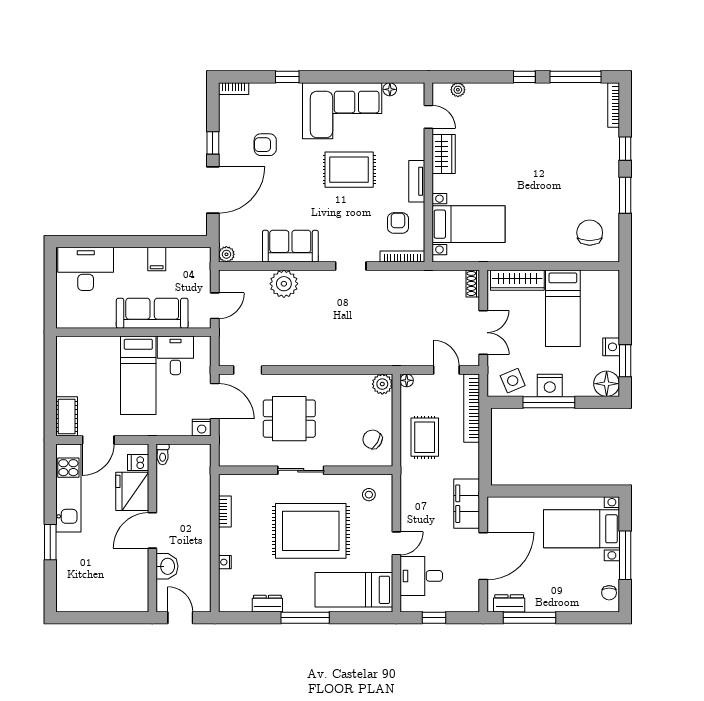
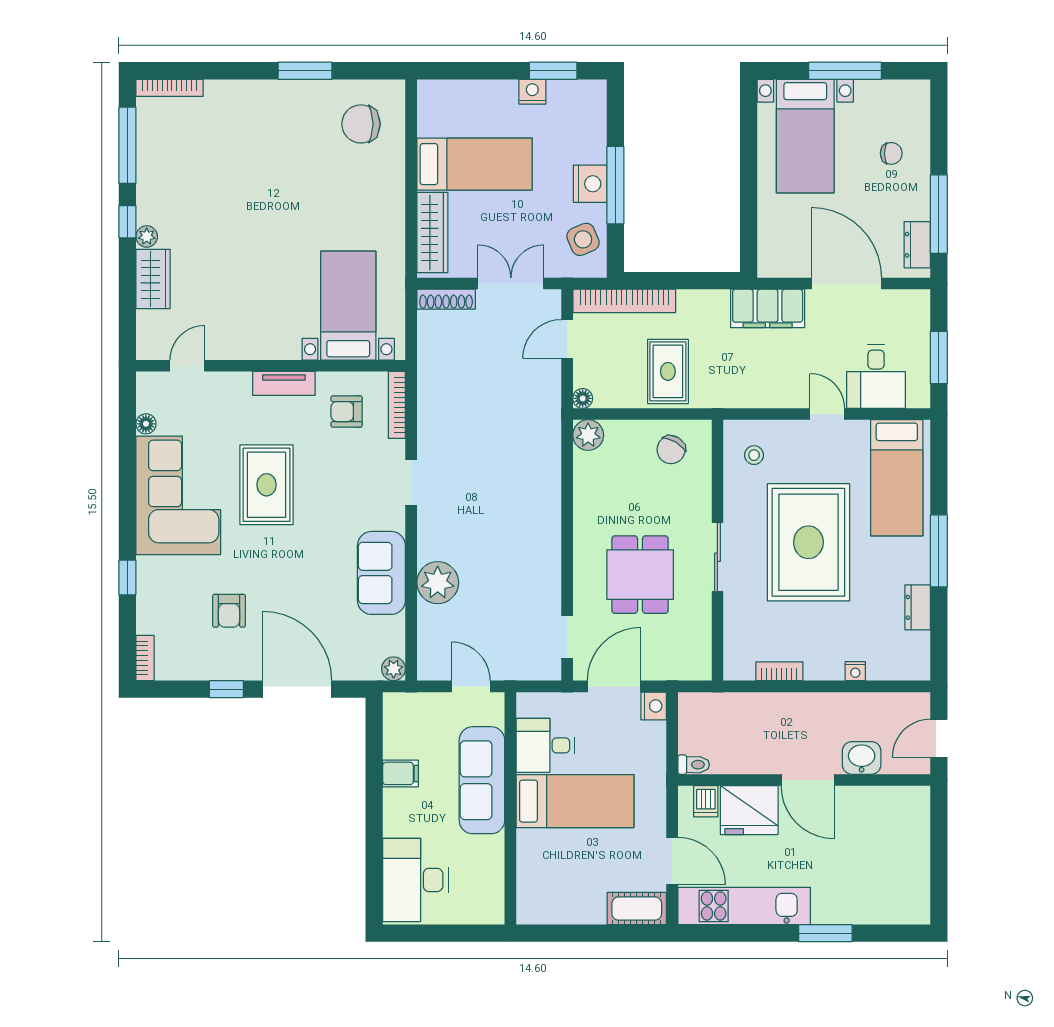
plant: (458, 90) -> (147, 236), moved
window: (625, 149) -> (235, 71), removed
wardrobe: (444, 154) -> (153, 279), moved, turned 90
shoe rack: (473, 283) -> (446, 299), width x1.43
floor lamp: (607, 384) -> (588, 99), removed
rug: (425, 437) -> (668, 371), turned 90
chair: (609, 593) -> (891, 153), moved
window: (434, 618) -> (939, 357), width x1.50

